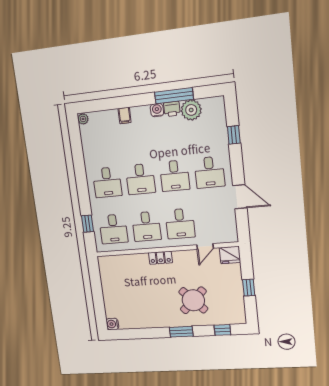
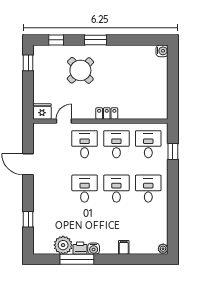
desk: (209, 172) -> (53, 189), removed
window: (249, 288) -> (28, 63), moved

